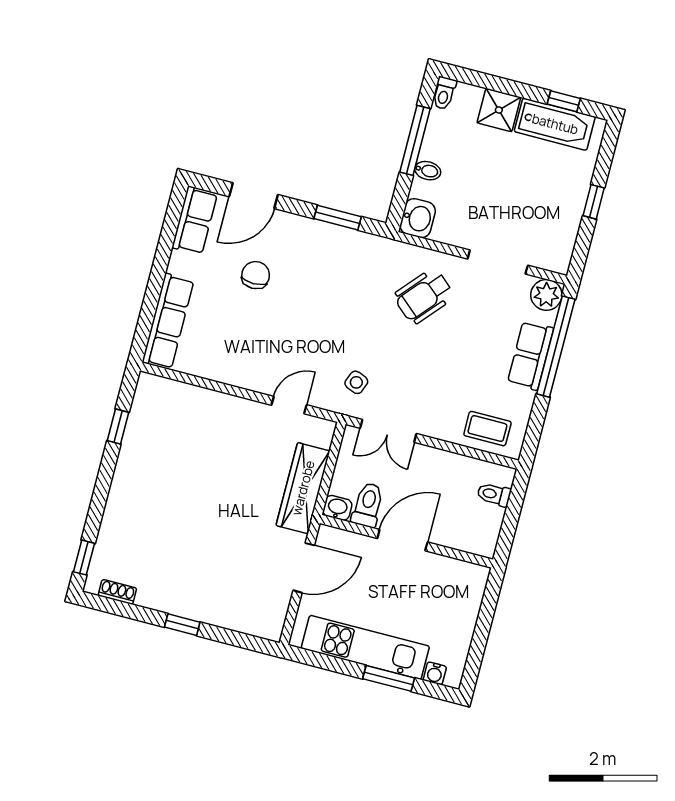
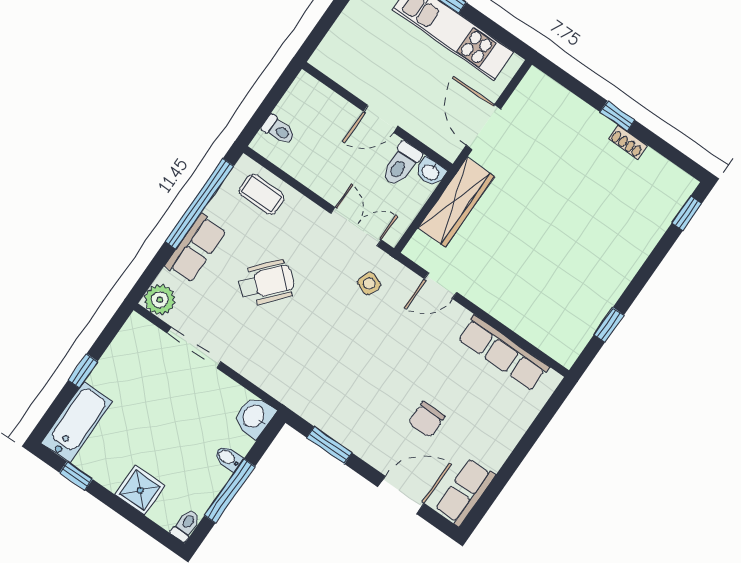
bathtub: (555, 124) -> (77, 422), moved, turned 90
wheelchair: (424, 296) -> (266, 283), moved
row of seats: (168, 321) -> (503, 353), moved, turned -90
window: (556, 347) -> (199, 204), moved
door: (402, 540) -> (381, 119), width x0.73
door: (304, 568) -> (483, 127), hinge flipped
shoe rack: (117, 592) -> (628, 142), moved

